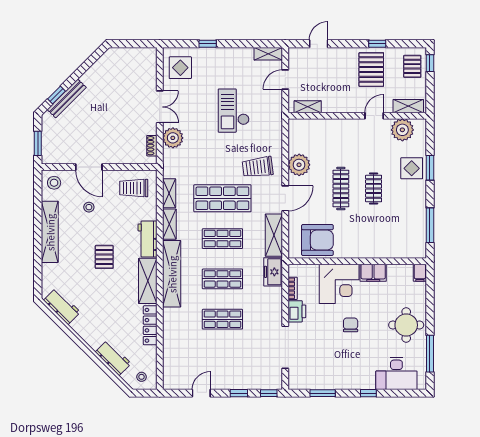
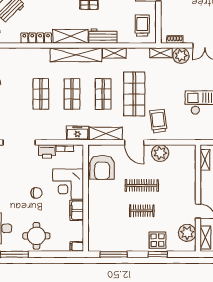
shelving: (169, 193) -> (161, 53), moved

